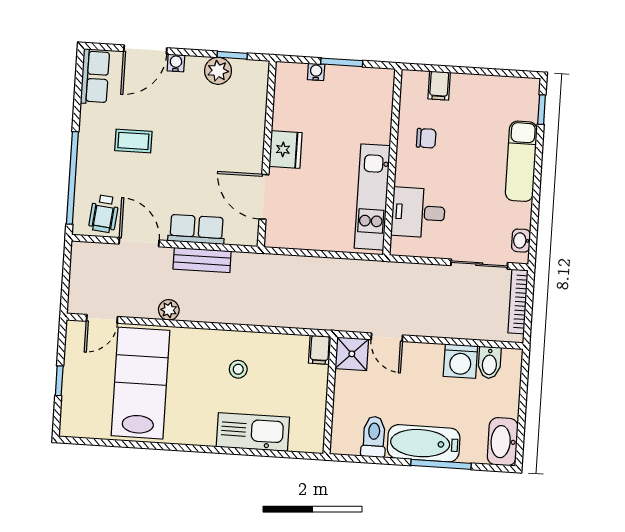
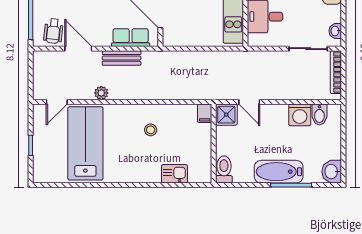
row of seats: (196, 229) -> (131, 38), moved
kitchen sink: (253, 432) -> (174, 174), width x0.53, depth x0.81
toilet: (374, 437) -> (224, 169), moved
washbasin: (503, 442) -> (332, 172), width x0.72

